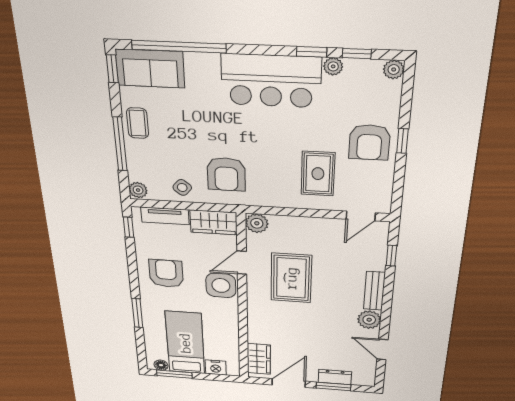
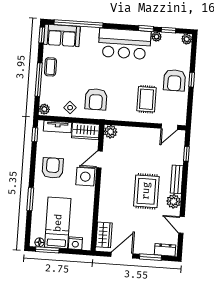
rug: (291, 278) -> (146, 191), moved
dresser: (335, 377) -> (165, 250), moved

